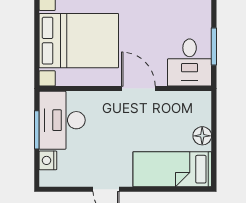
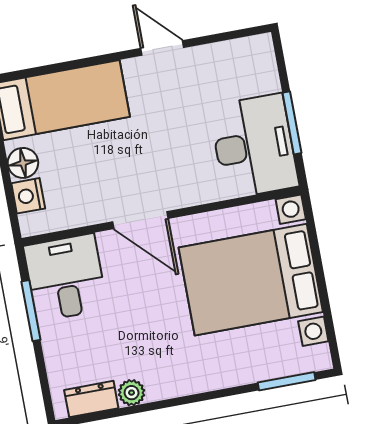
nightstand: (48, 160) -> (28, 196), moved, turned 180

